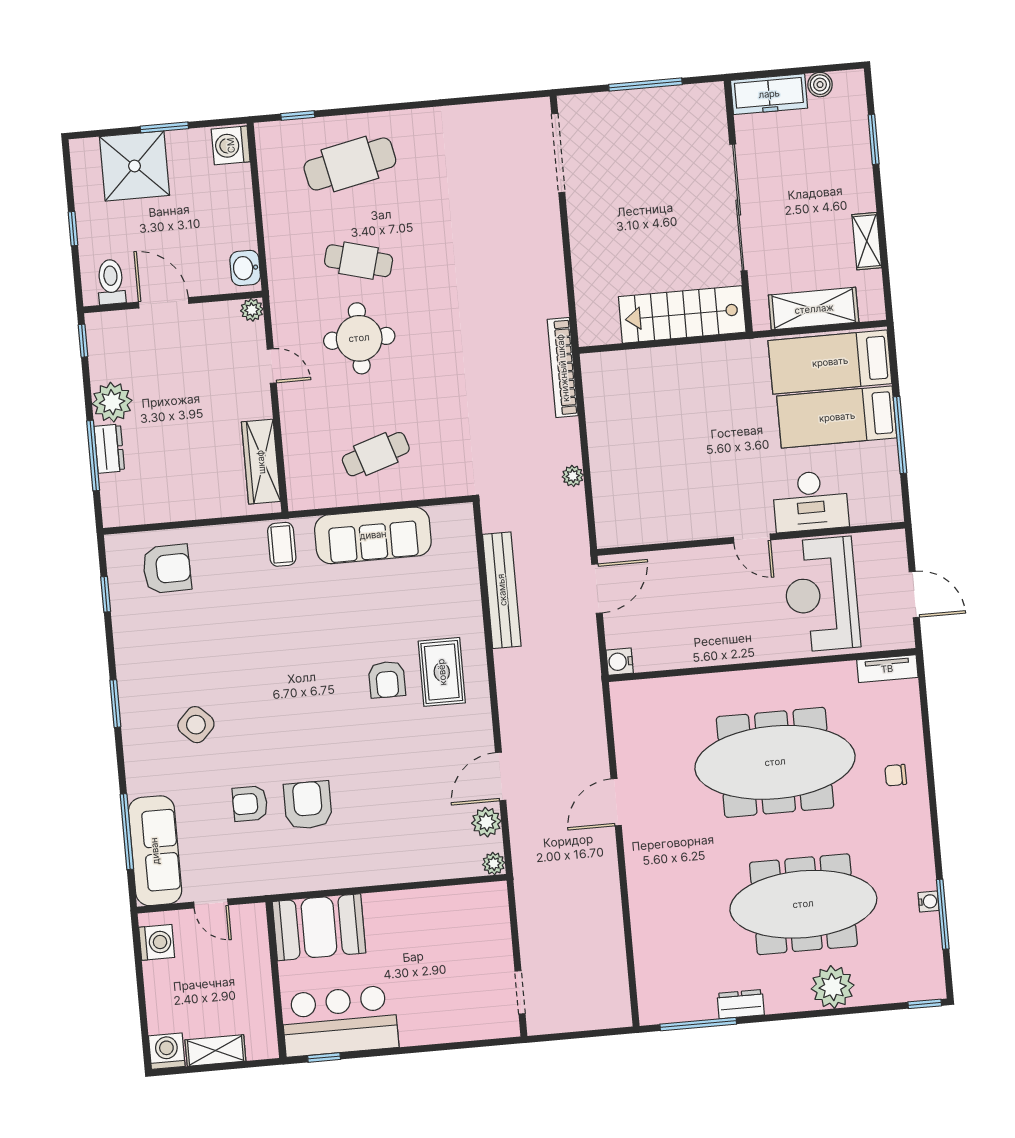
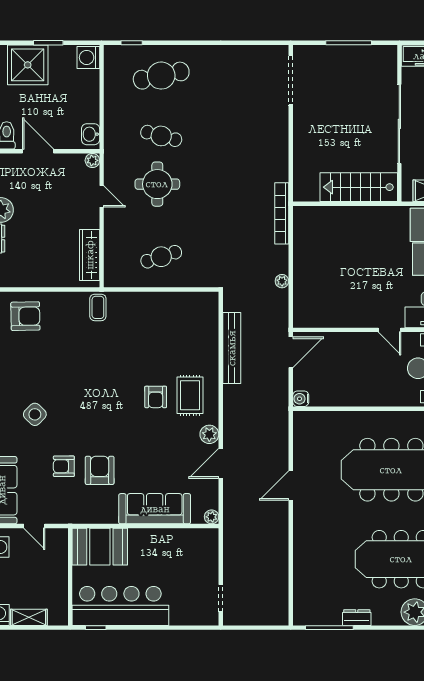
sofa: (373, 535) -> (155, 509), moved, turned 180
plant: (486, 822) -> (209, 434), moved
bar counter: (340, 1021) -> (120, 606), width x1.36

